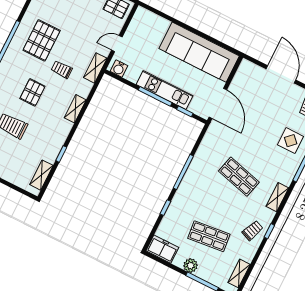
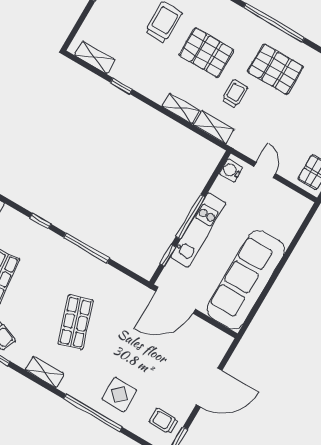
shelving: (95, 68) -> (214, 127), moved
pallet: (32, 92) -> (206, 53), width x1.50, depth x1.42
shop shelf: (239, 177) -> (76, 322), turned -33

